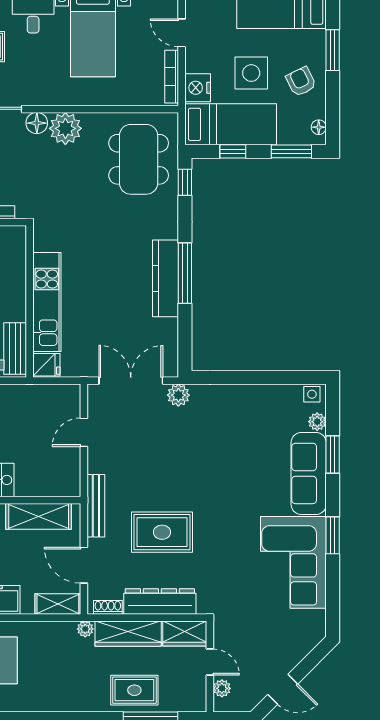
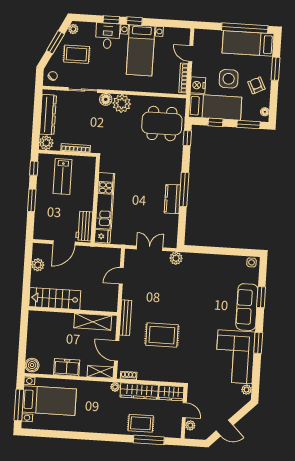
dining table: (139, 159) -> (162, 124), turned 90
kitchen counter: (166, 278) -> (172, 199), width x0.67
double door: (131, 381) -> (150, 248), width x0.73
plant: (317, 422) -> (247, 390), moved
dresser: (160, 601) -> (158, 374), removed

